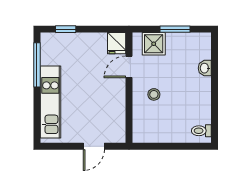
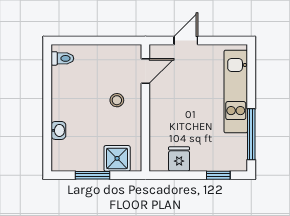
fridge: (117, 43) -> (179, 159), moved
door: (129, 67) -> (145, 71), moved

